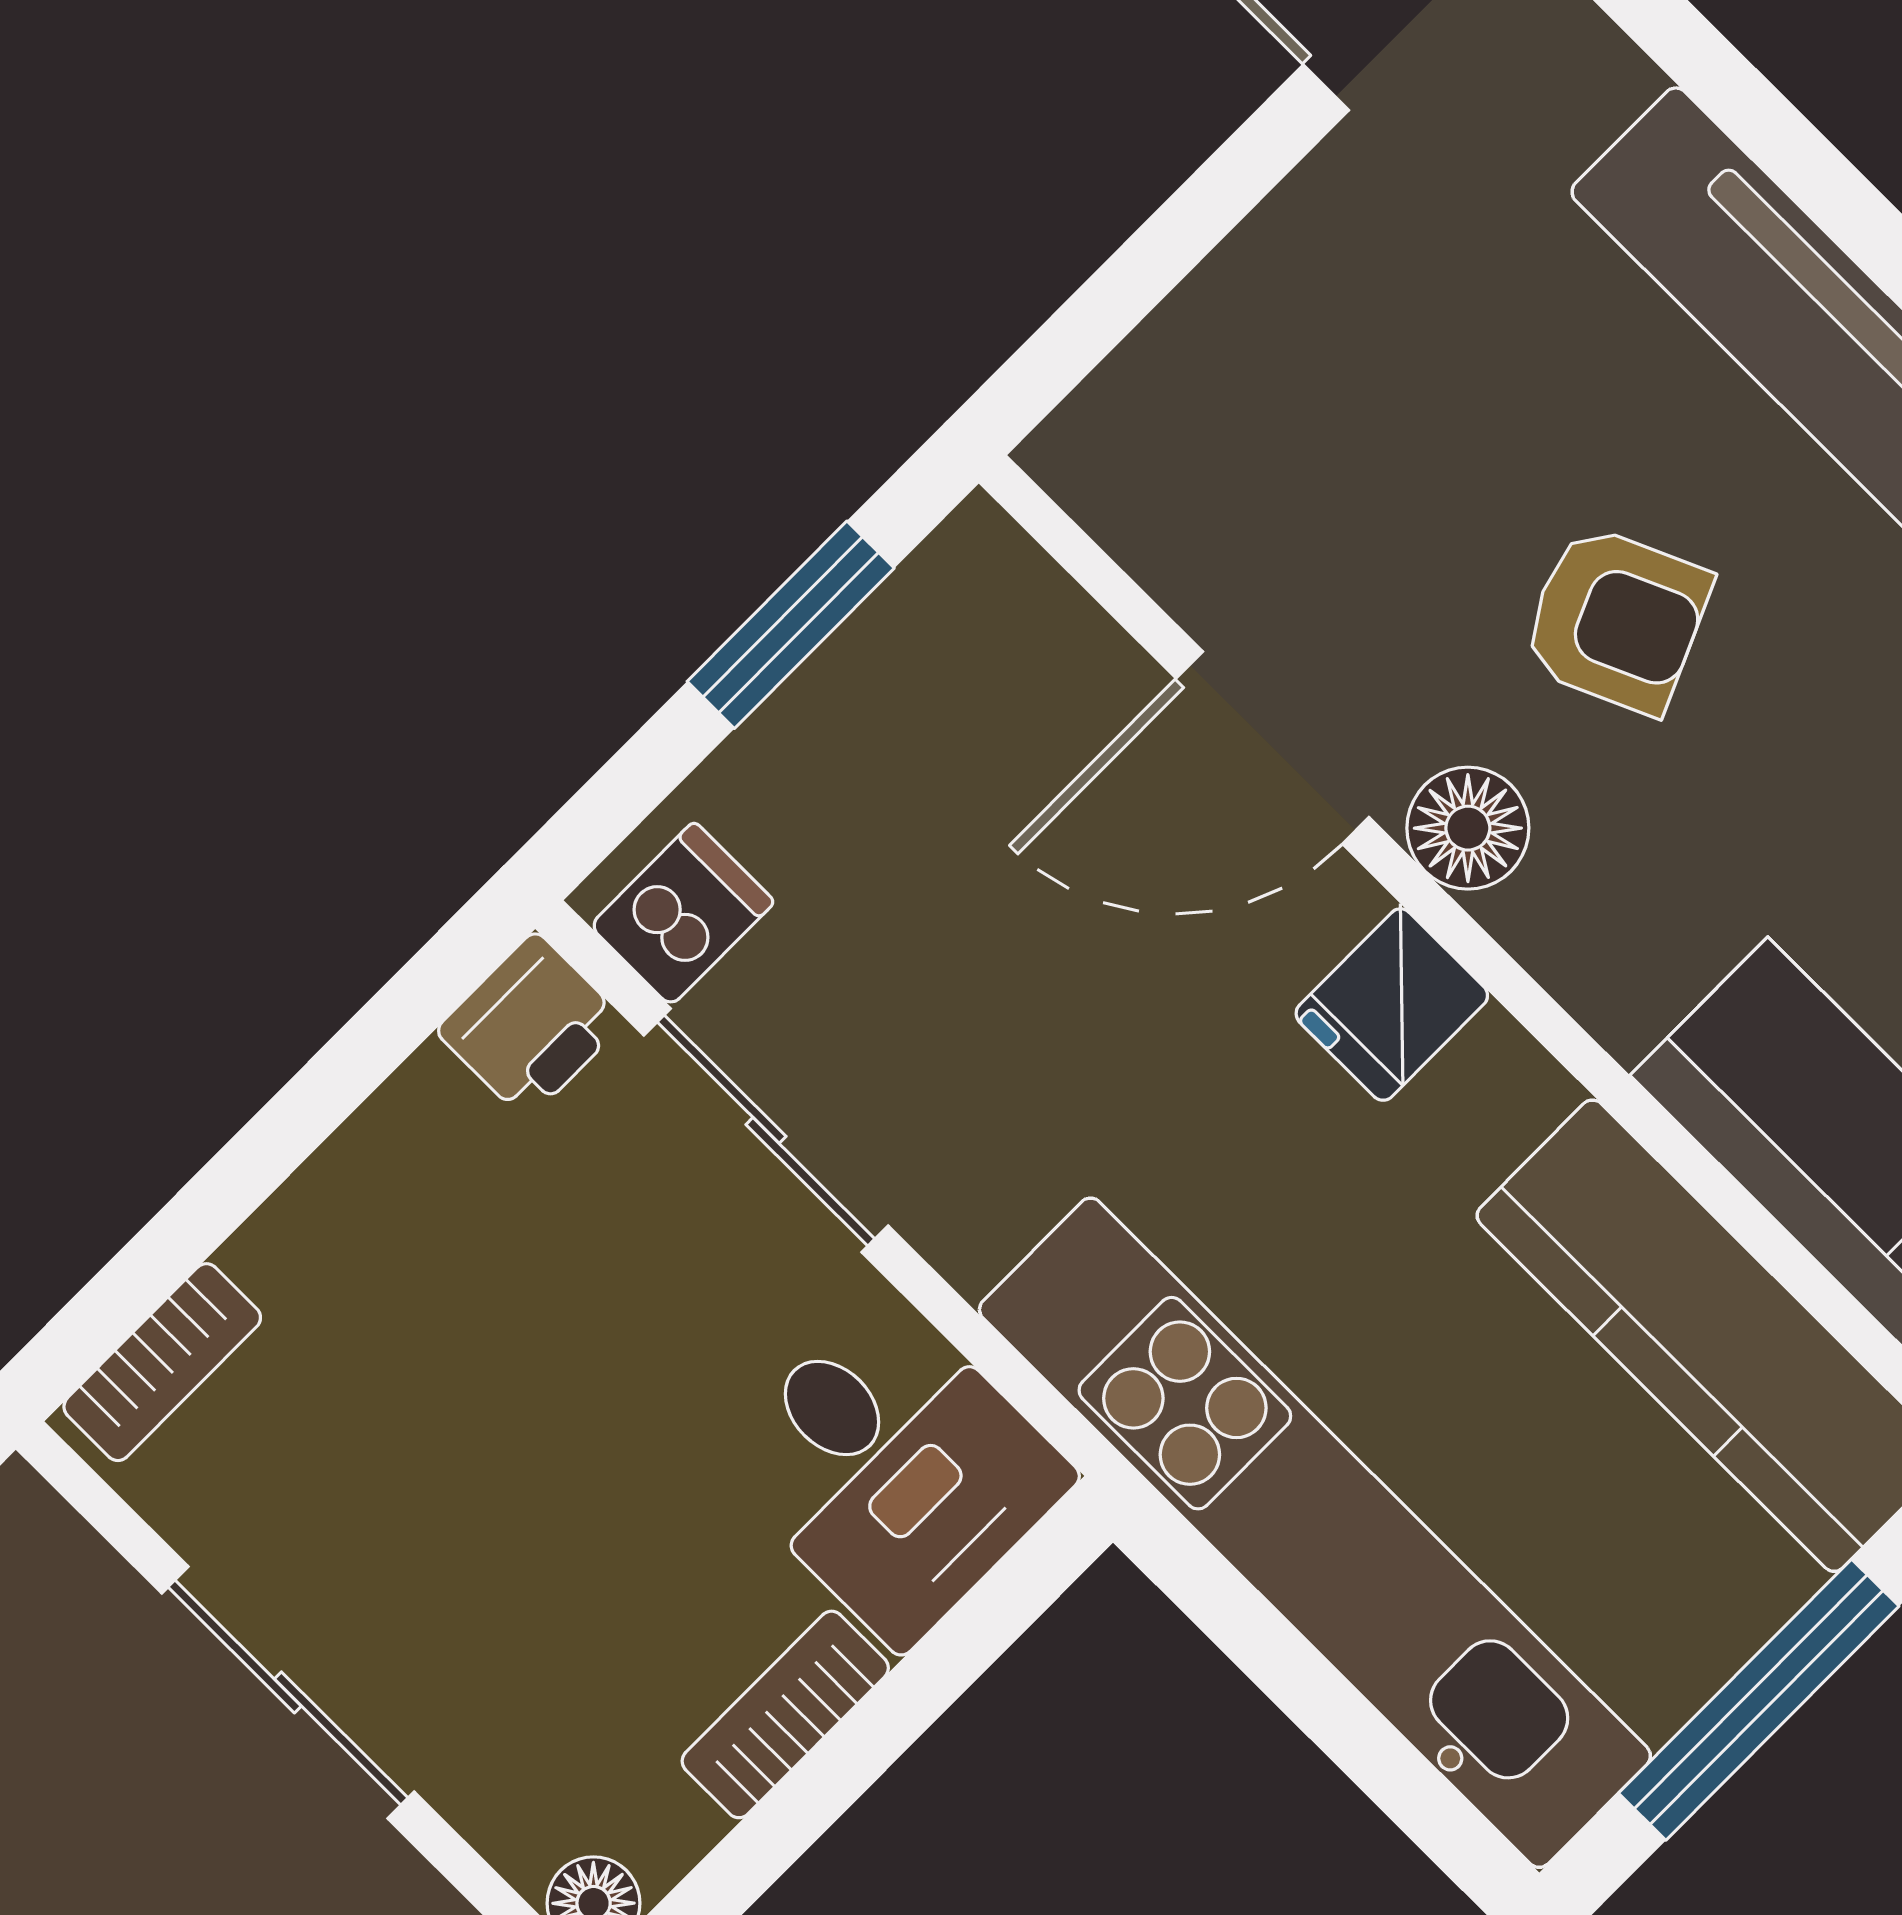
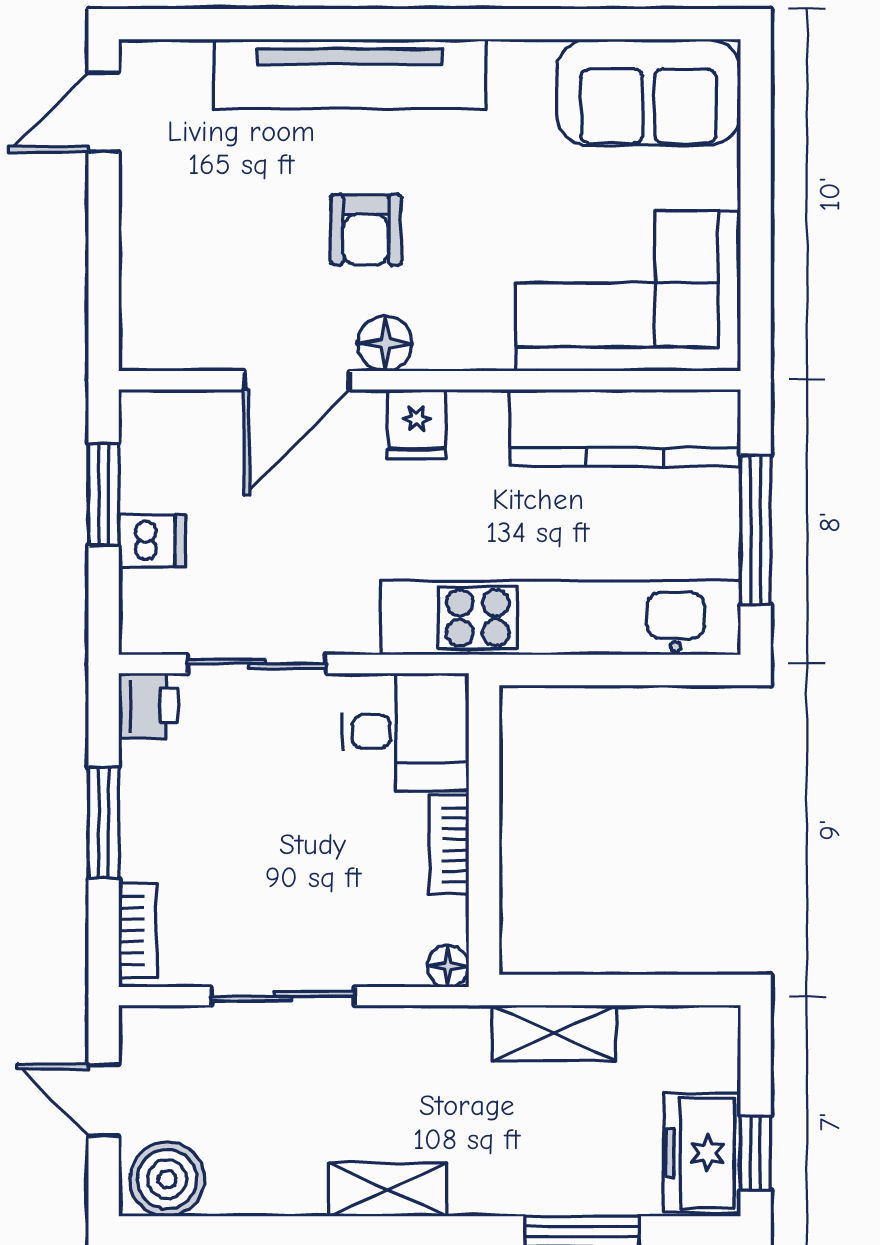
armchair: (1616, 619) -> (366, 230), turned 114
dishwasher: (682, 914) -> (152, 541), moved, turned 90
window: (278, 1140) -> (104, 823), added

